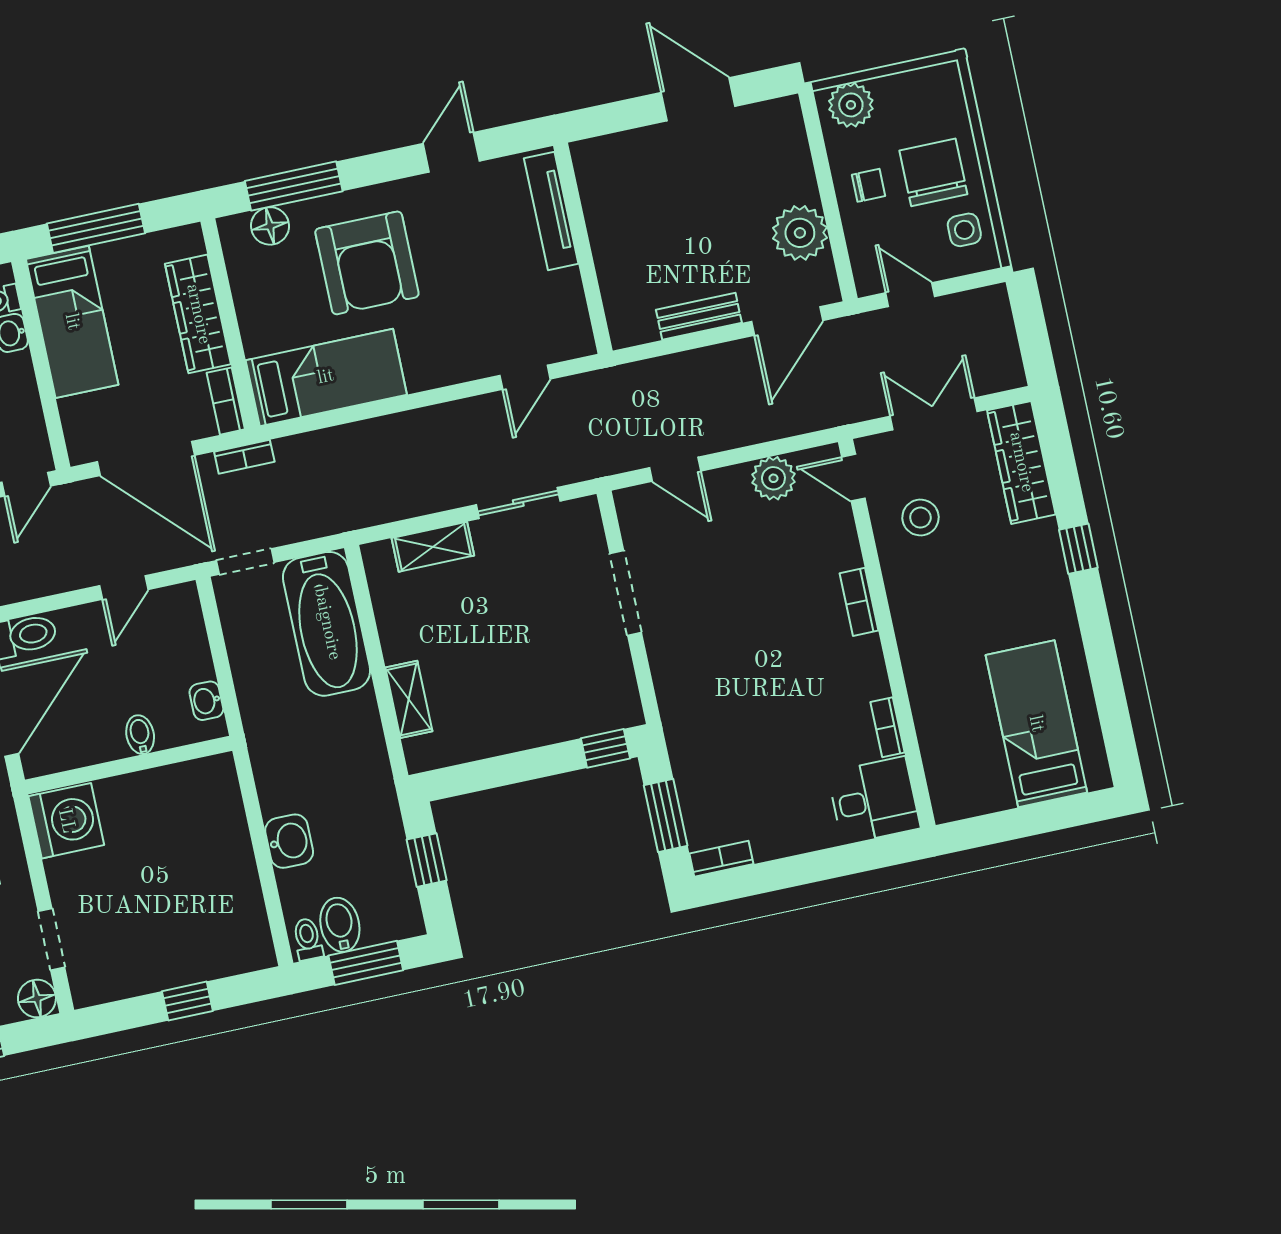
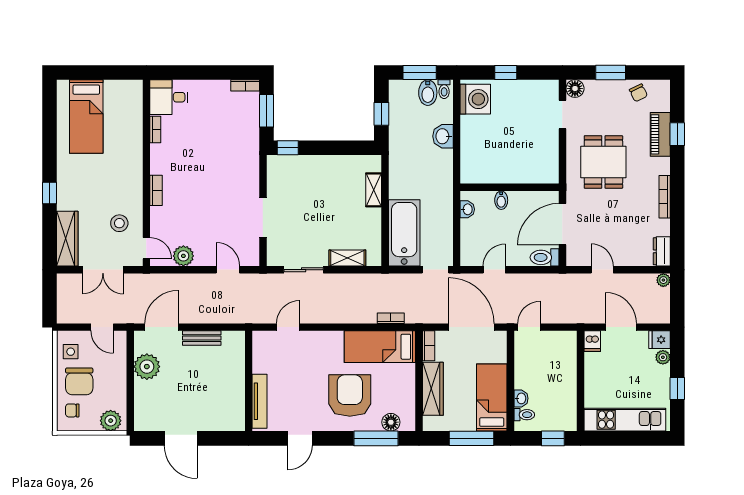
chair: (868, 185) -> (72, 410), moved
bookcase: (244, 457) -> (391, 318), moved
washing machine: (66, 821) -> (475, 99), moved, turned 180

